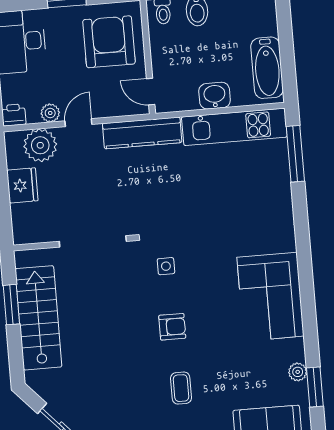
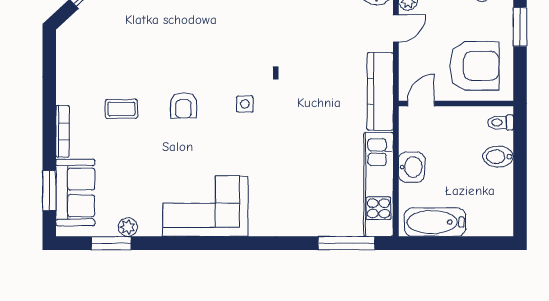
door: (78, 123) -> (396, 28), hinge flipped

